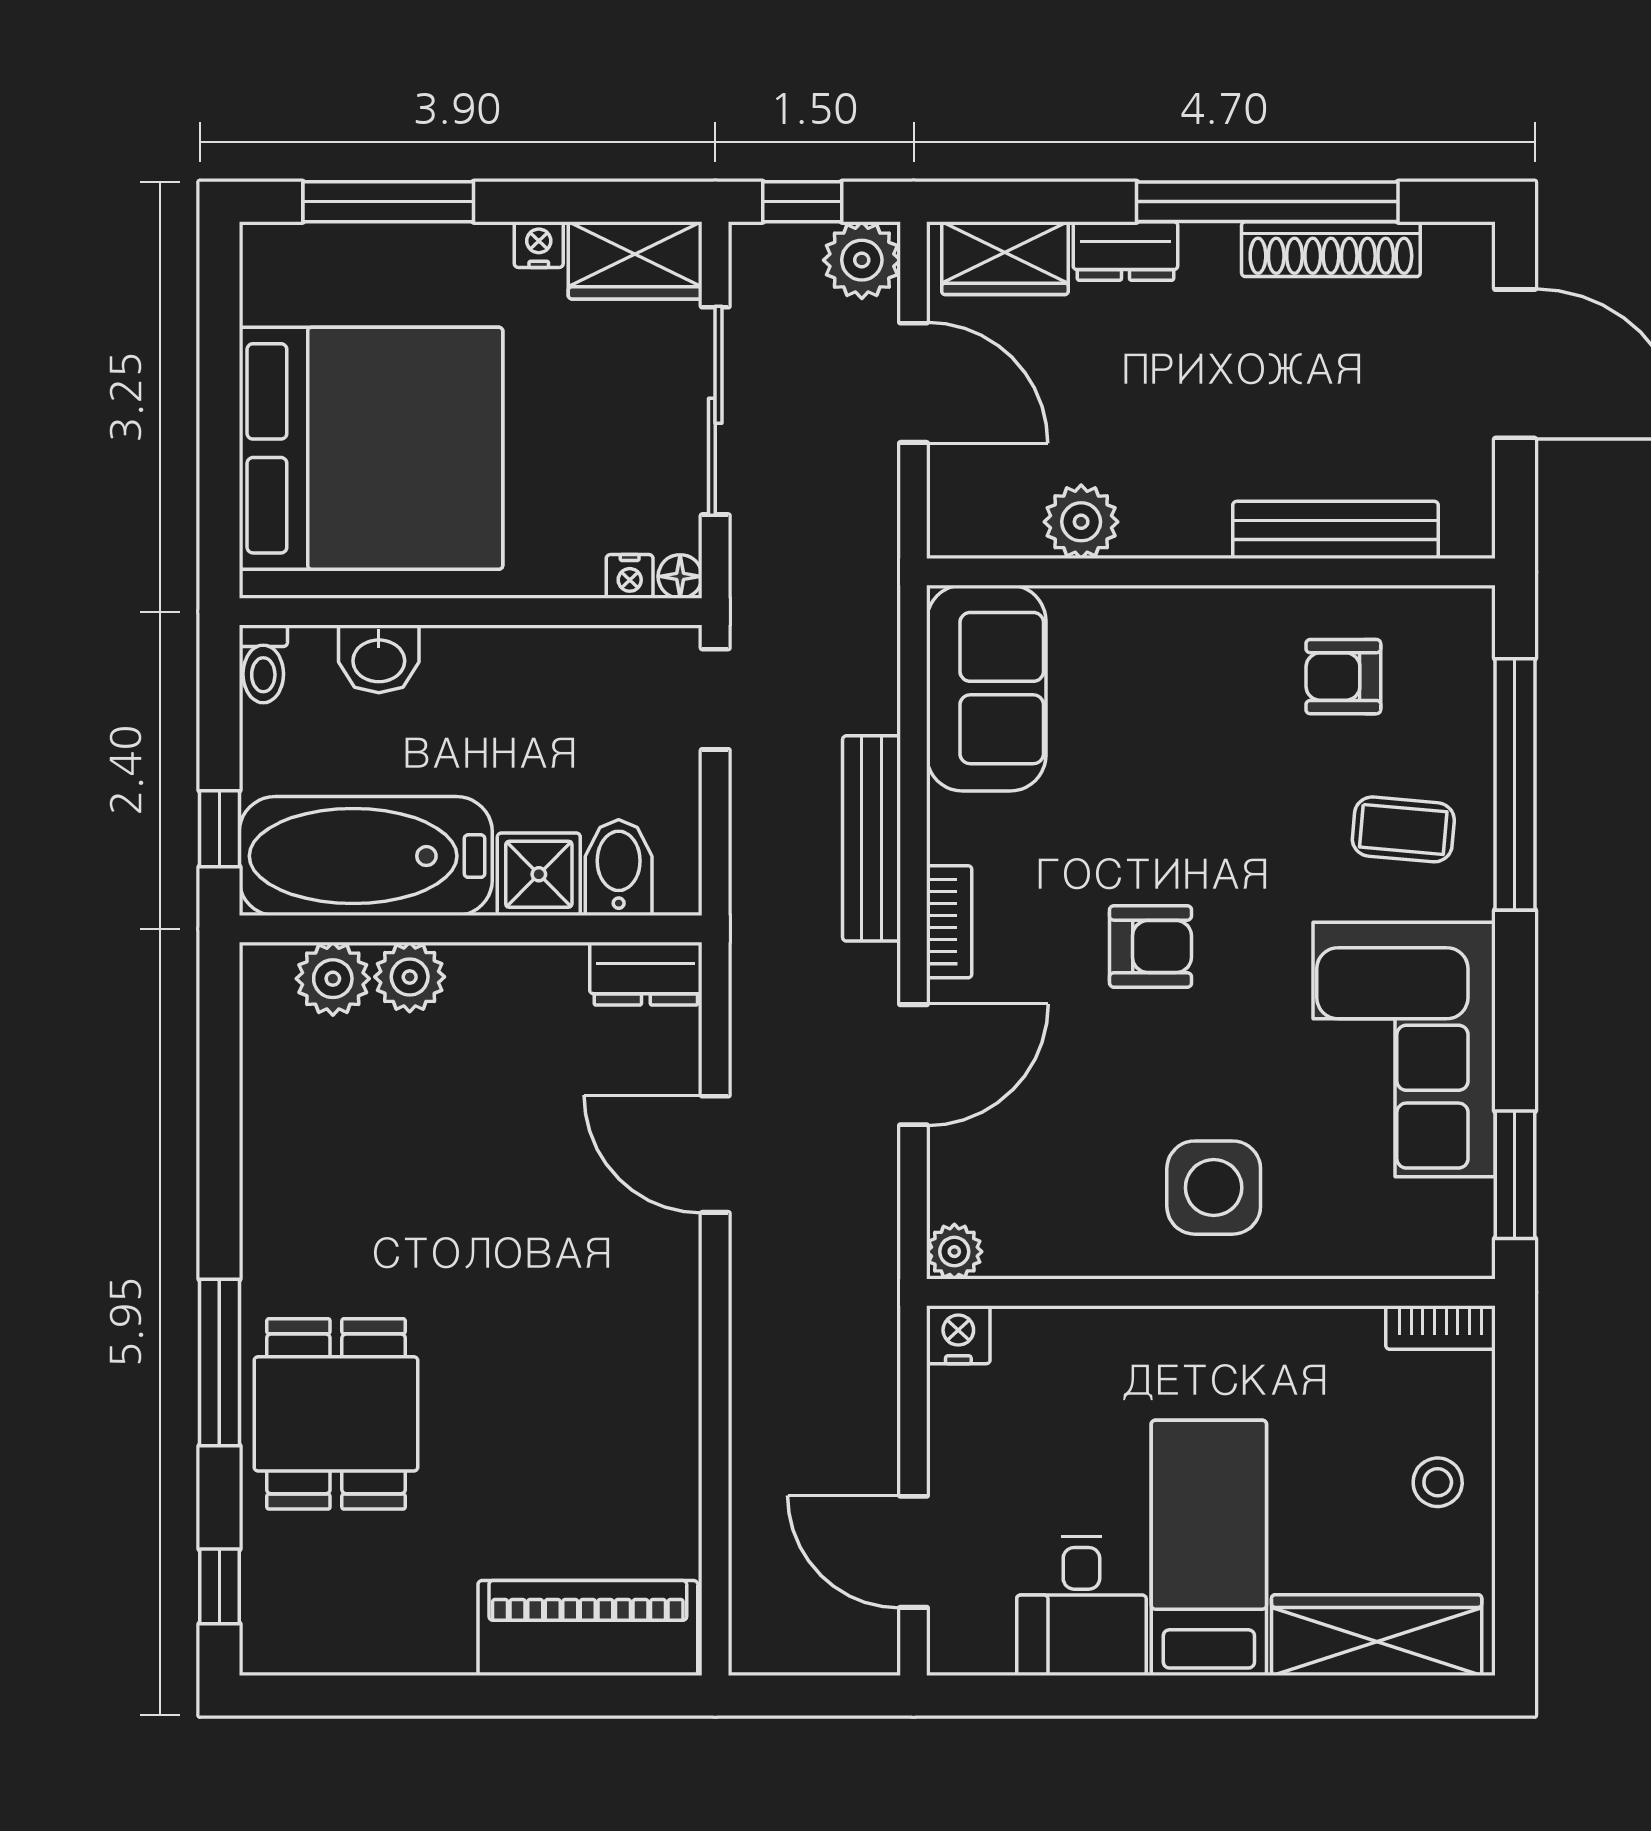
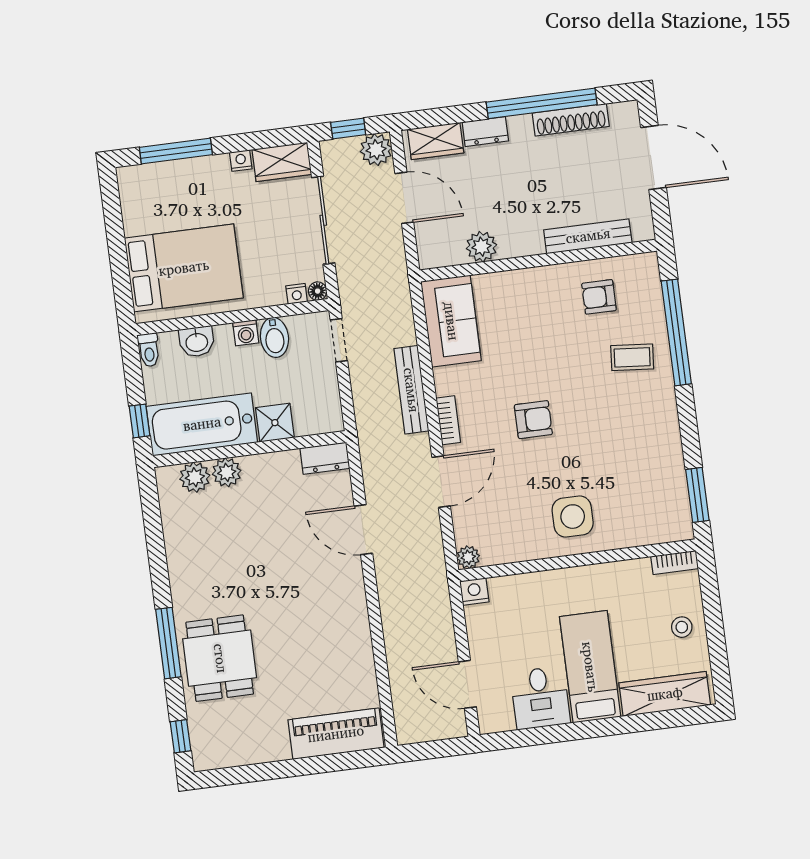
bed: (371, 448) -> (184, 268), width x0.73
washing machine: (497, 653) -> (246, 333), added
bidet: (619, 868) -> (274, 337), moved, turned 180
corner sofa: (1404, 1049) -> (644, 449), removed

